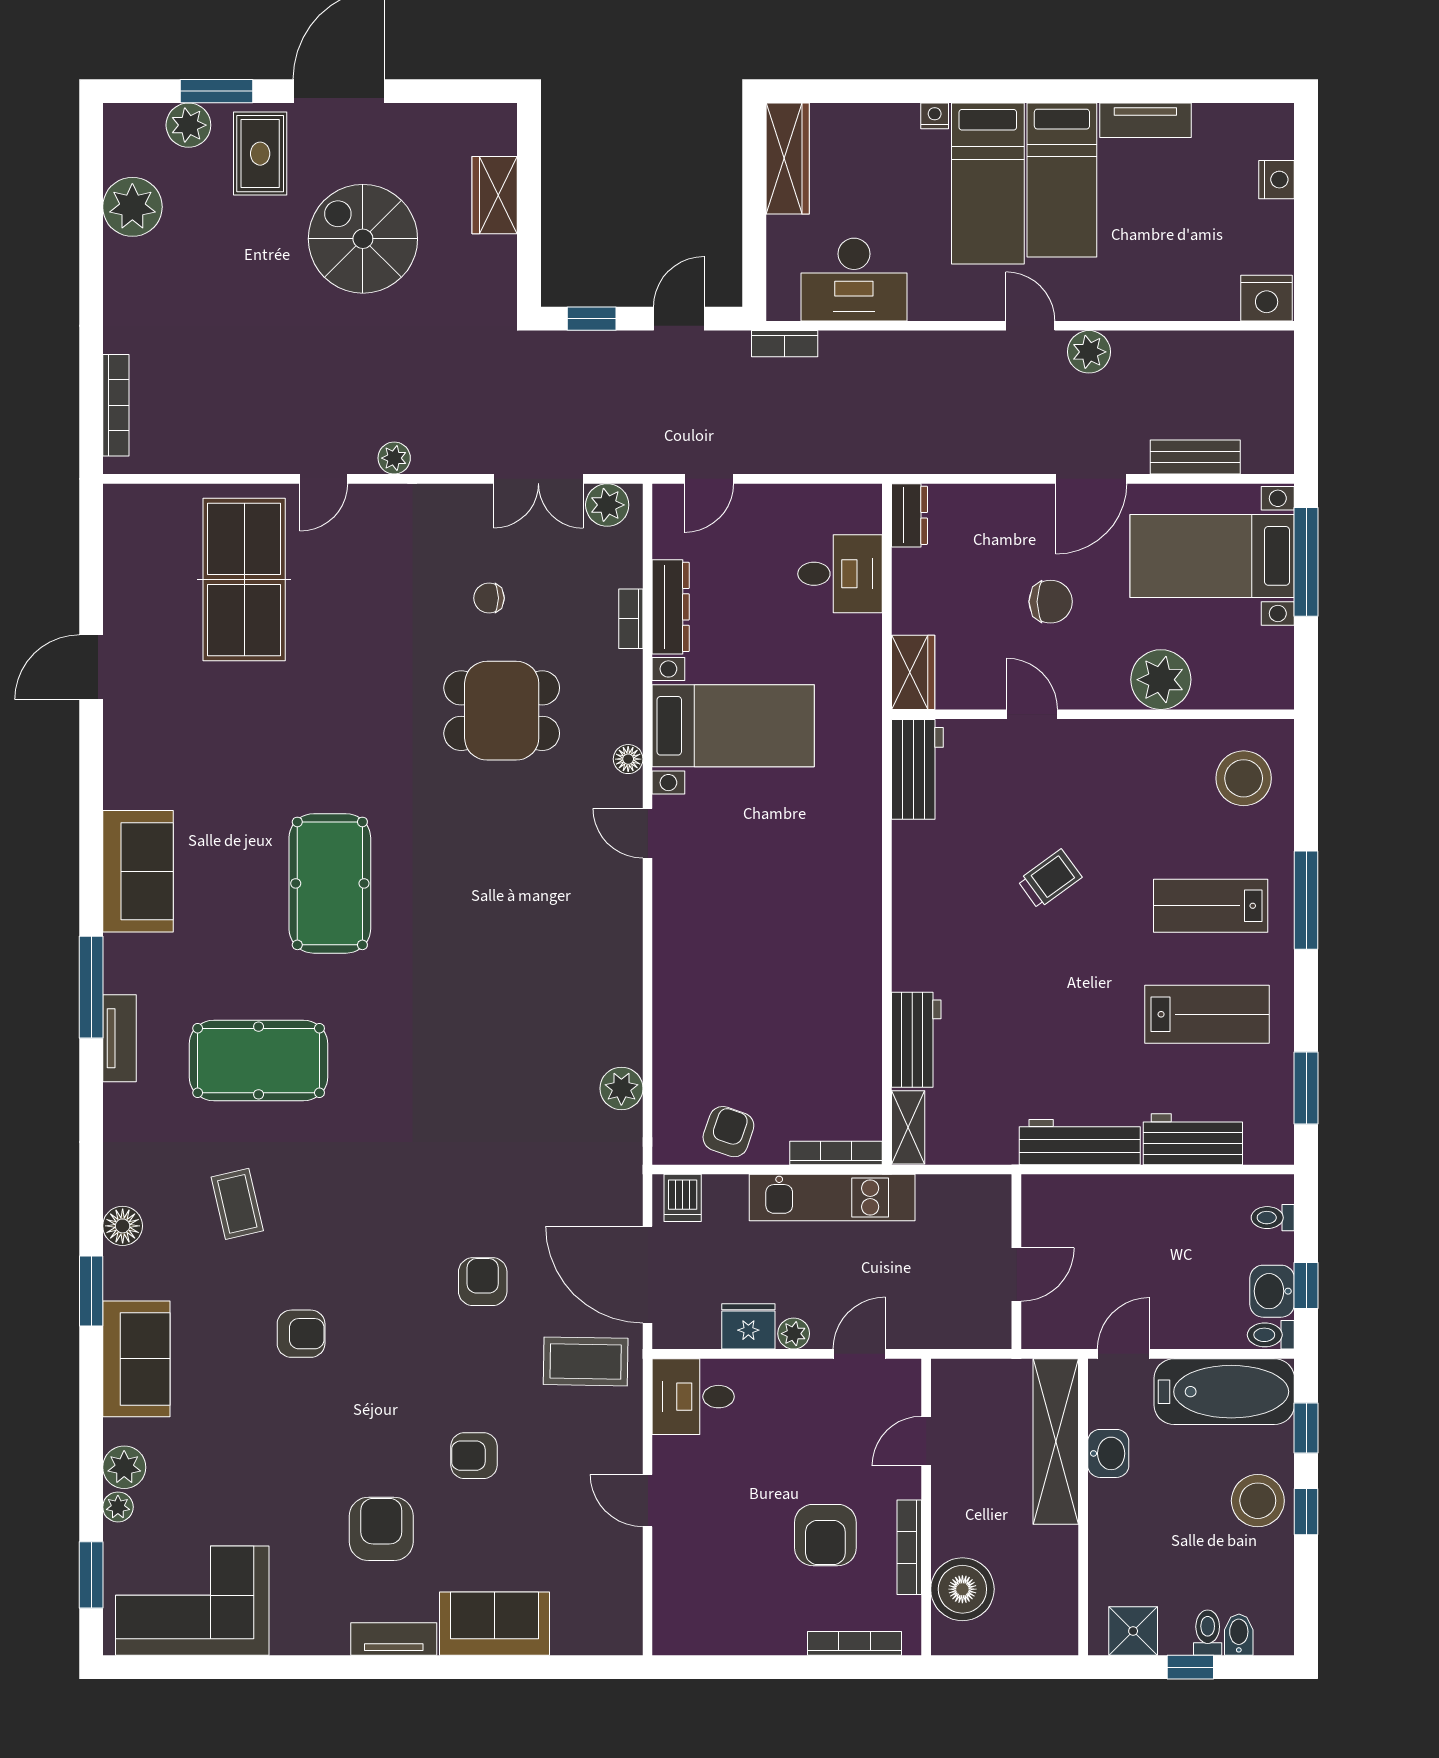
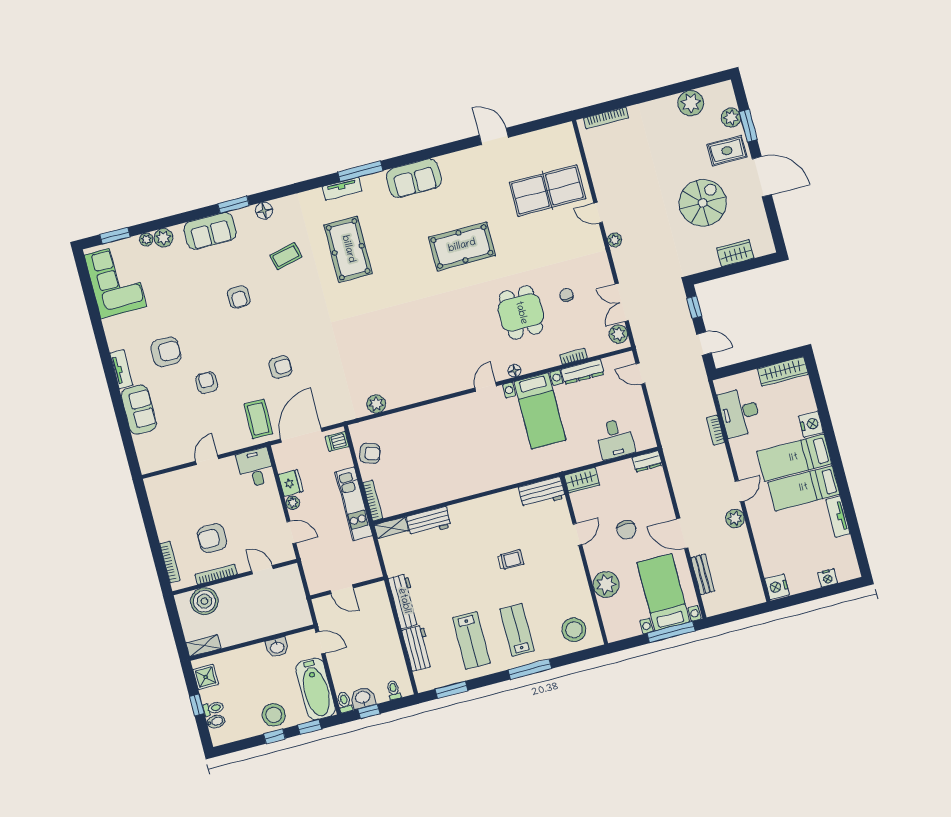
nightstand: (935, 116) -> (811, 424), width x1.89, depth x1.79
bookcase: (785, 344) -> (715, 430), moved
trolley: (1050, 879) -> (511, 560), turned -54
pool table: (330, 883) -> (462, 246), moved
shelving: (1056, 1441) -> (203, 646), moved, width x0.45, depth x0.75

